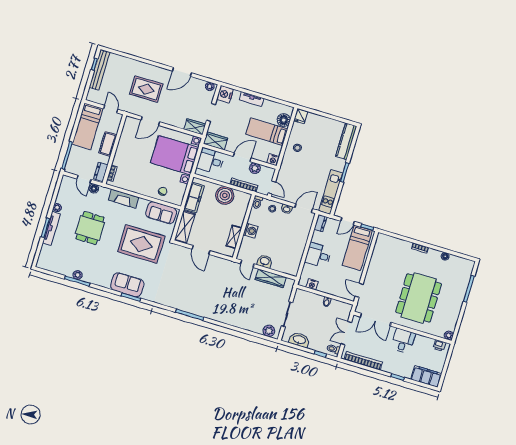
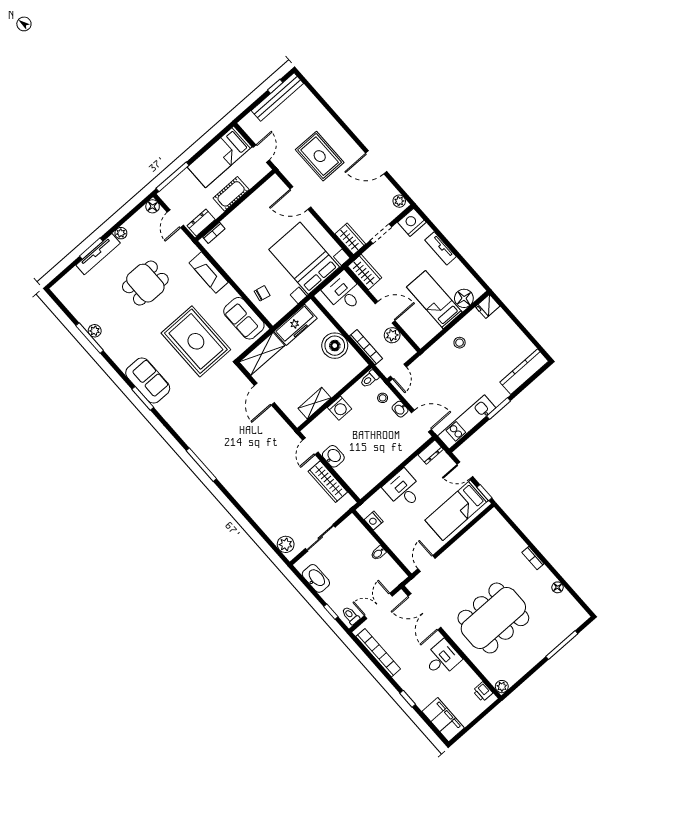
nightstand: (273, 160) -> (421, 339), removed
floor lamp: (94, 189) -> (153, 206), moved

